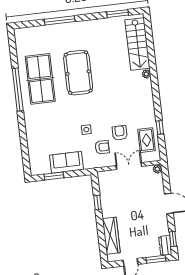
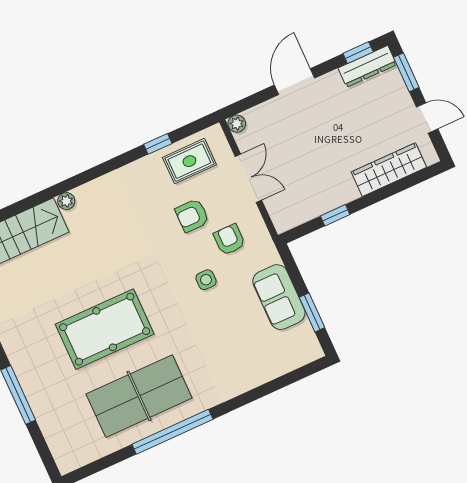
double door: (129, 166) -> (248, 178), swing flipped
dresser: (165, 245) -> (367, 66), width x1.44

